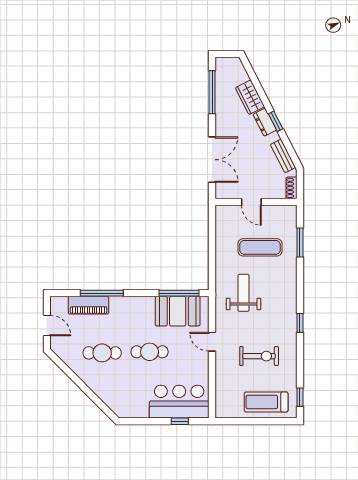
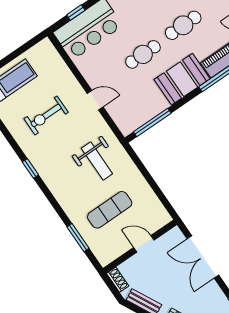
booth: (178, 311) -> (182, 79), moved

